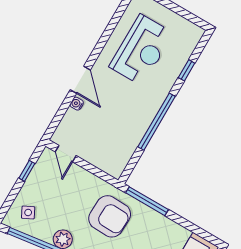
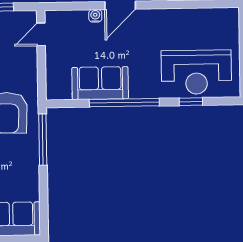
reception desk: (141, 50) -> (196, 72), moved
sofa: (130, 131) -> (100, 83), added

